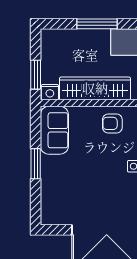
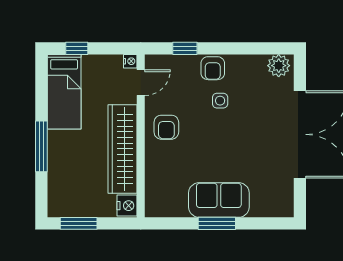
window: (36, 75) -> (79, 223), moved
sofa: (54, 130) -> (219, 200), moved

